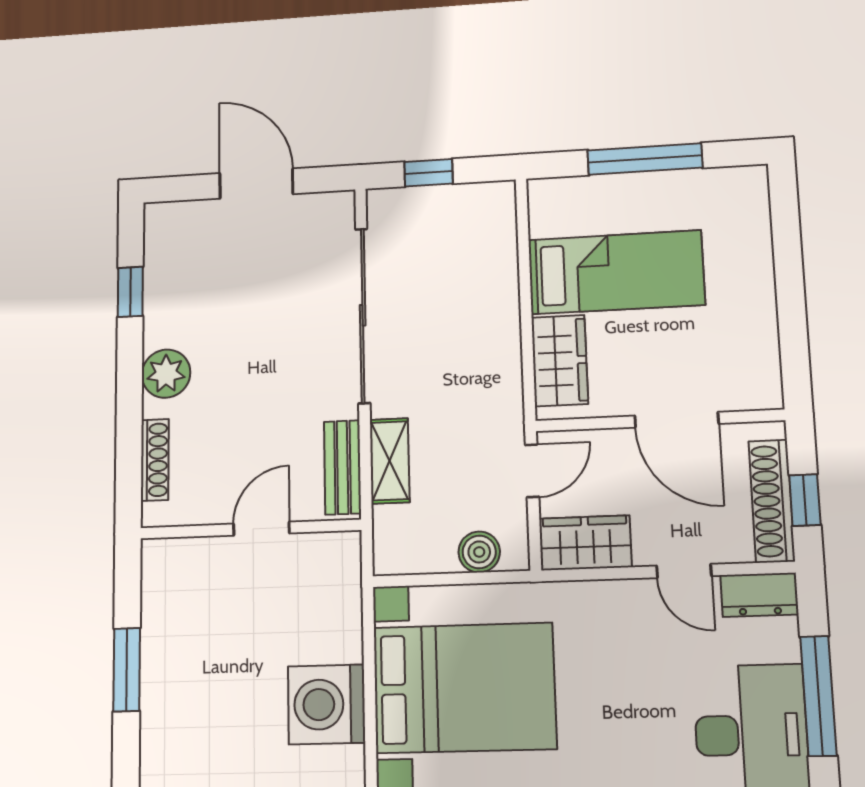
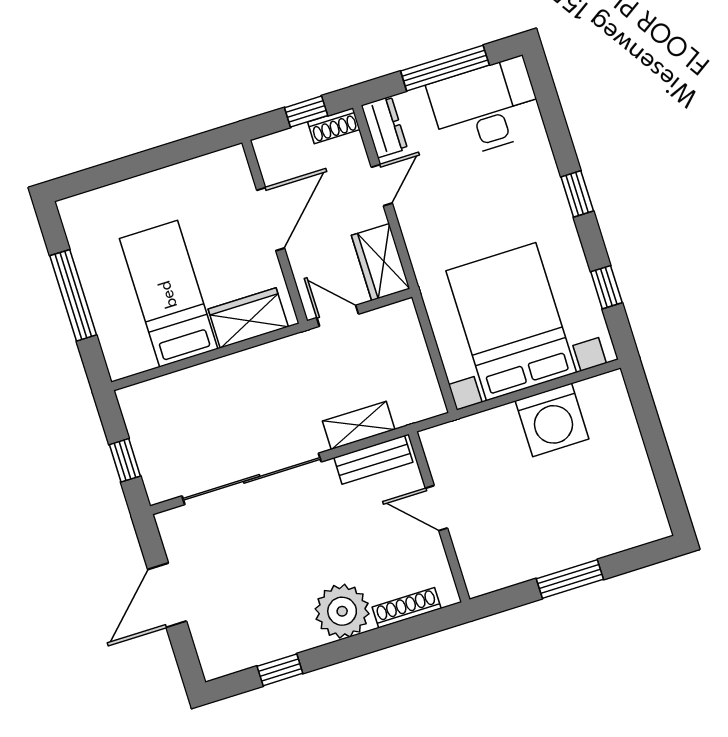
plant: (166, 374) -> (342, 611), width x1.36, depth x1.36
shoe rack: (772, 501) -> (334, 126), width x0.51, depth x0.81
boiler: (479, 552) -> (409, 338), removed

